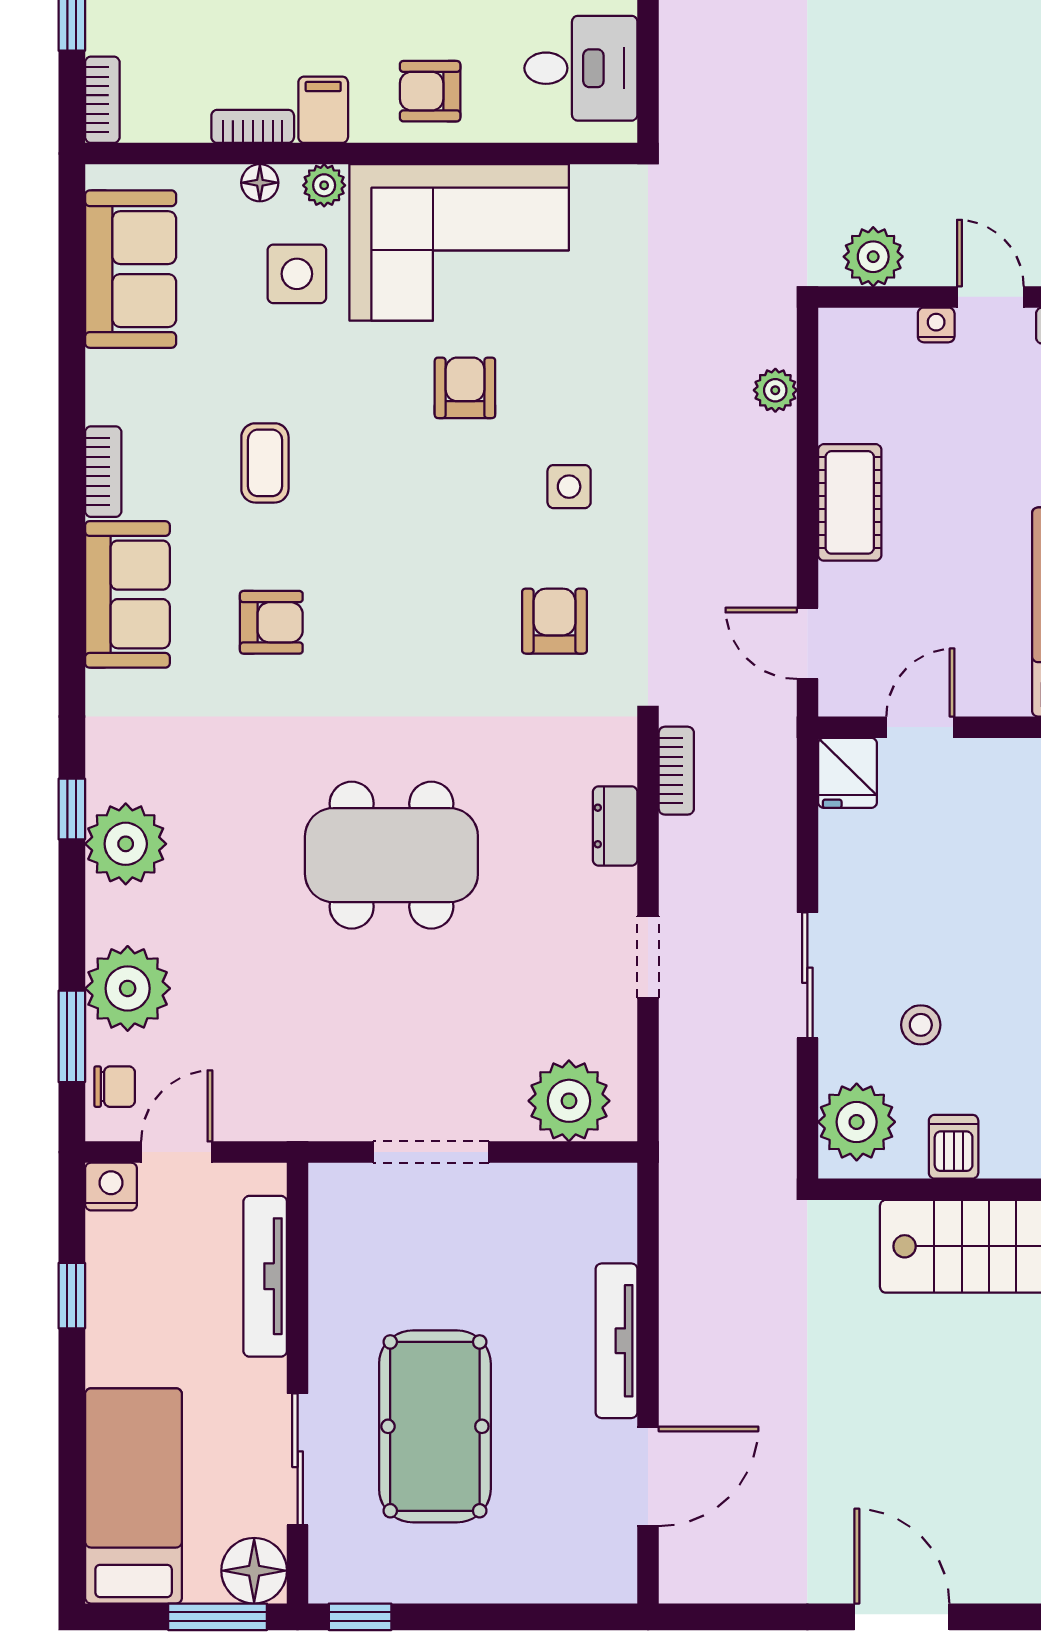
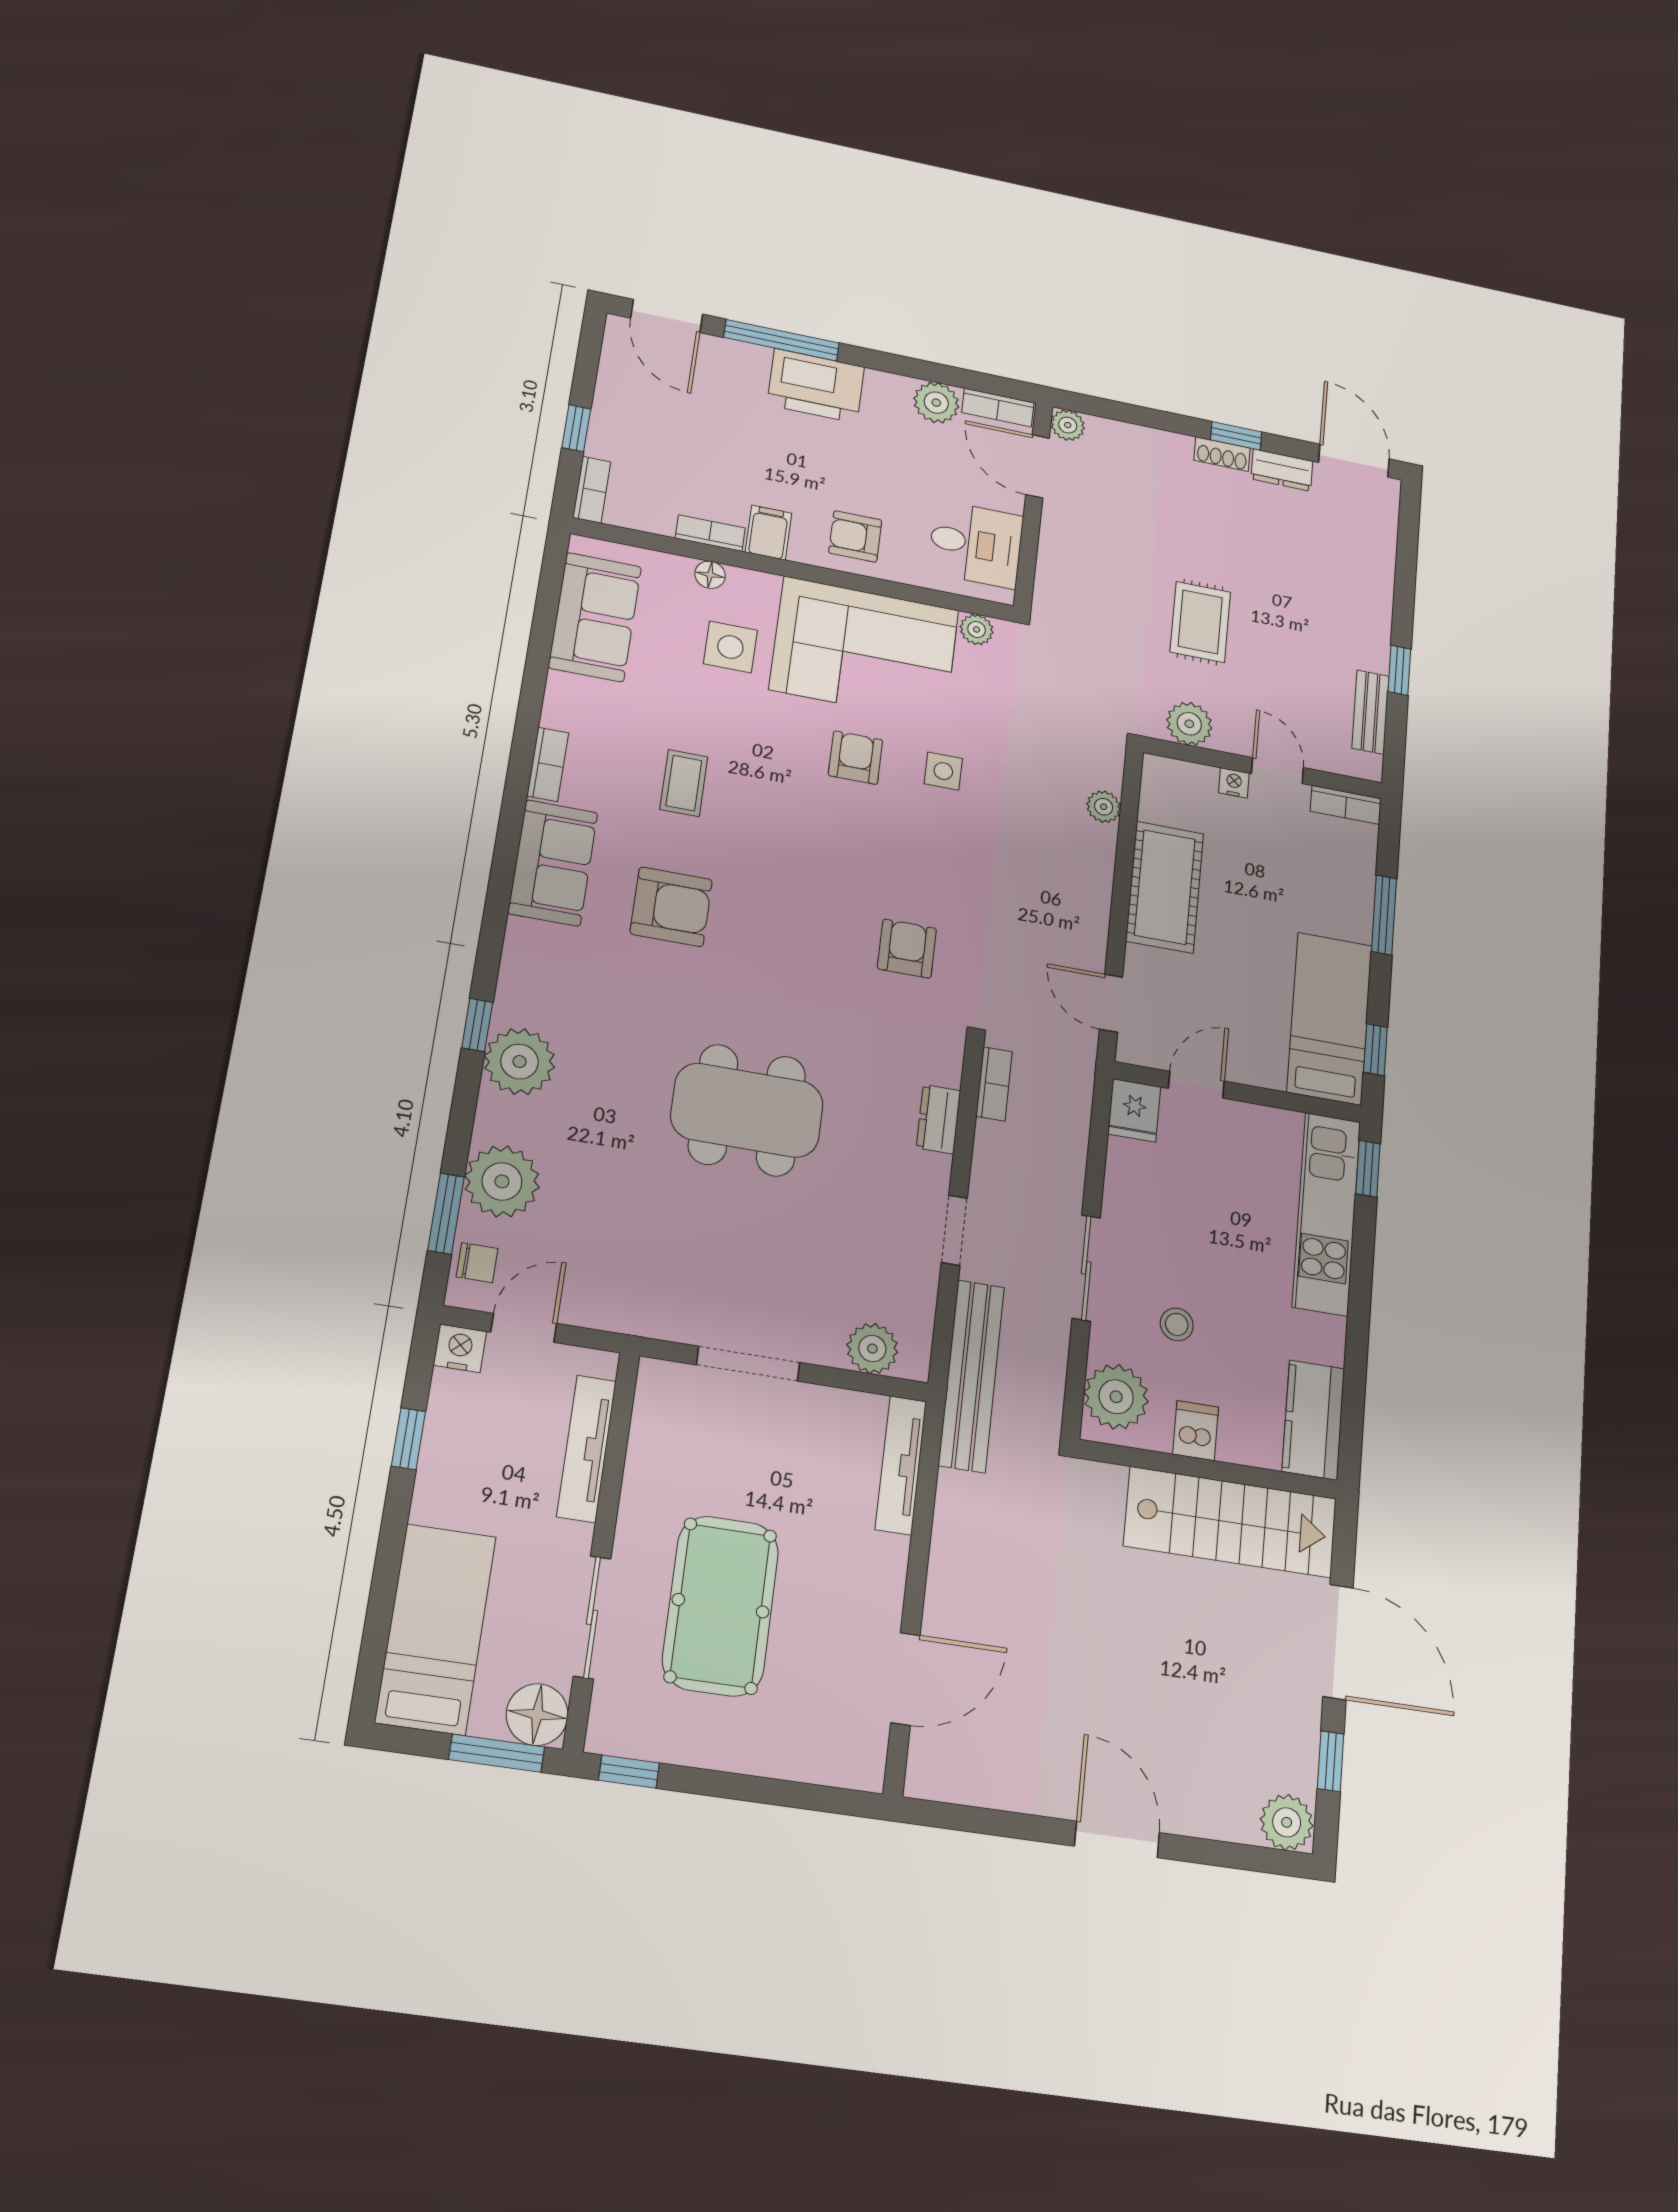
rug: (876, 113) -> (1200, 622), added
plant: (324, 185) -> (977, 629), moved
side table: (569, 487) -> (943, 771), moved
cot: (850, 502) -> (1165, 887), width x1.37, depth x1.34
armchair: (271, 622) -> (671, 907), width x1.38, depth x1.38
plant: (569, 1101) -> (872, 1349), width x0.73, depth x0.73
bench: (686, 1125) -> (971, 1376), added
tv unit: (617, 1341) -> (901, 1465), moved

